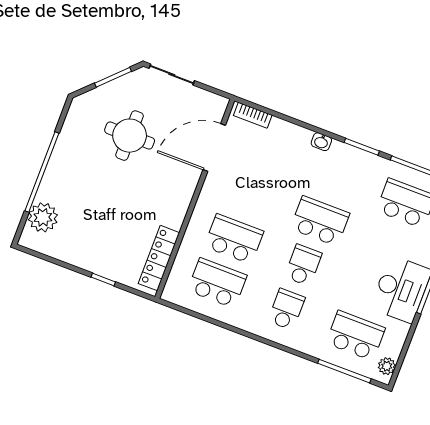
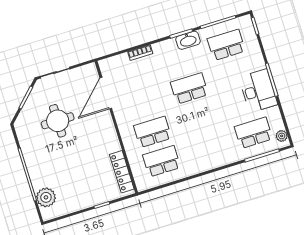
bookcase: (253, 115) -> (140, 53), moved
washbasin: (321, 142) -> (188, 40), moved, width x1.91, depth x1.45
school desk: (303, 265) -> (198, 118), removed
school desk: (286, 309) -> (208, 147), removed

